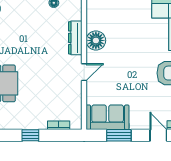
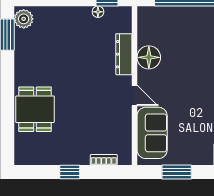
door: (84, 72) -> (135, 96), hinge flipped
sofa: (108, 117) -> (152, 133), moved, turned 90

